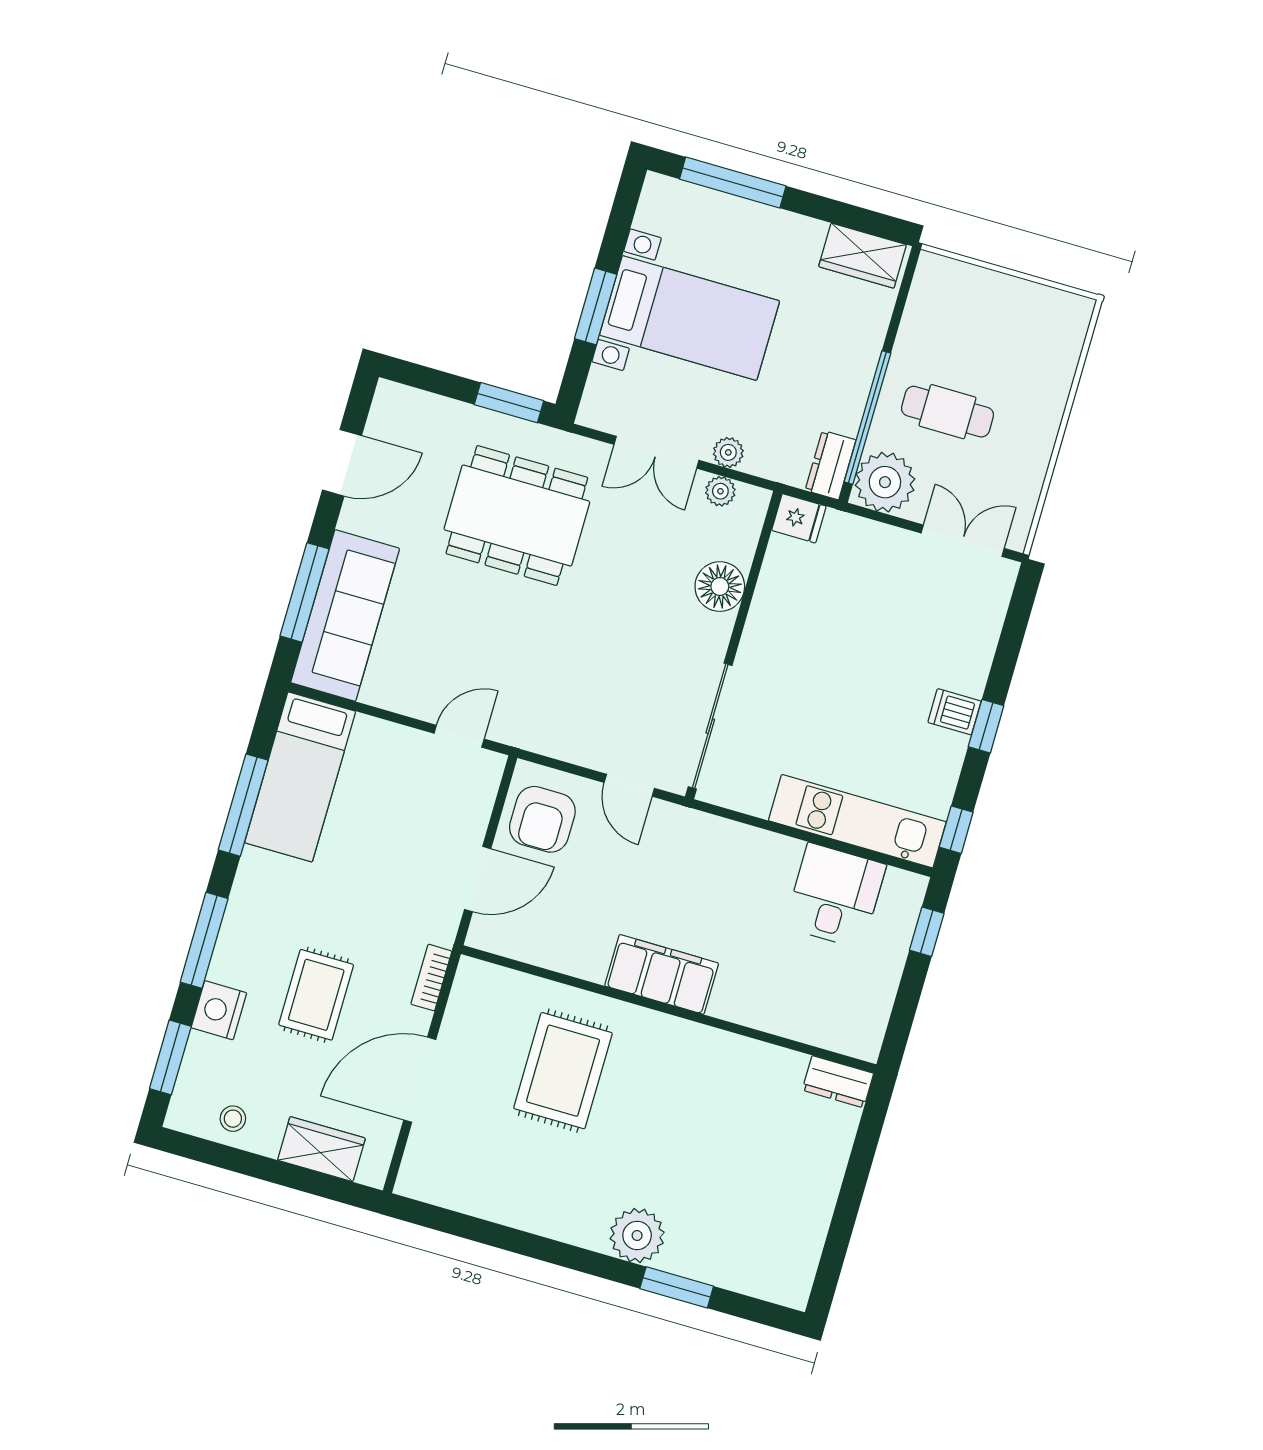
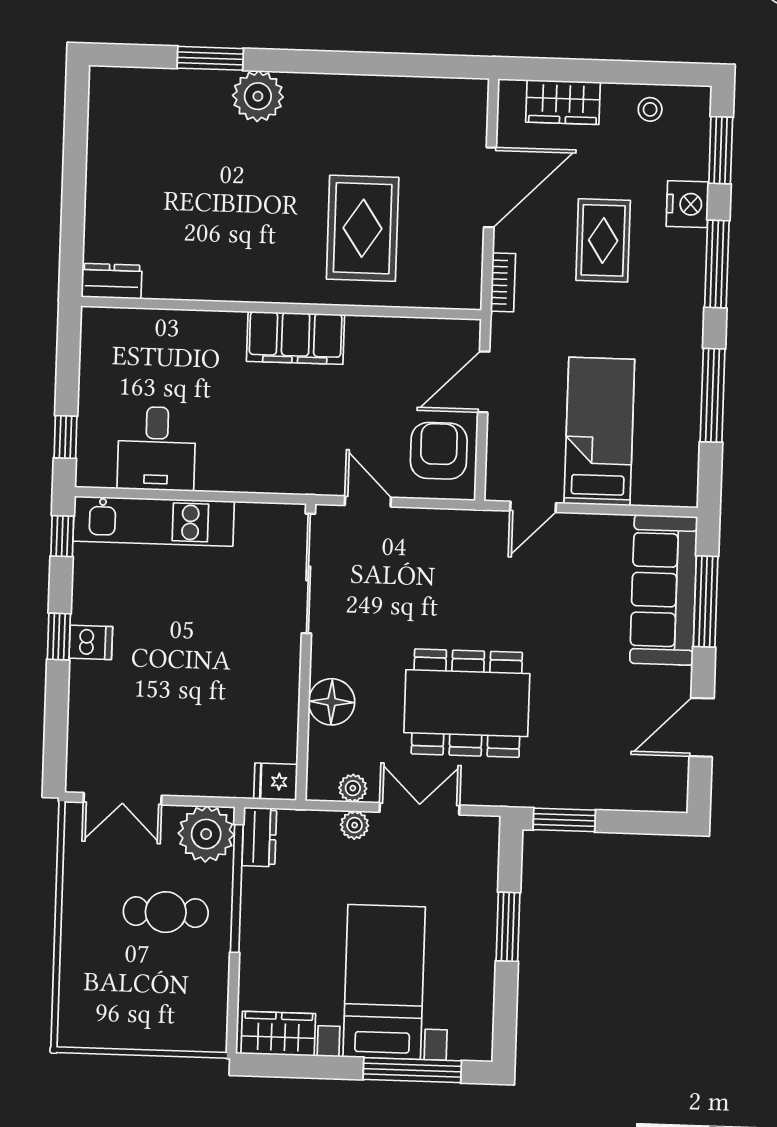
bed with nightstands: (690, 318) -> (384, 982), moved, turned 90
dining table: (517, 516) -> (467, 703), moved
bed: (300, 777) -> (599, 431), moved

